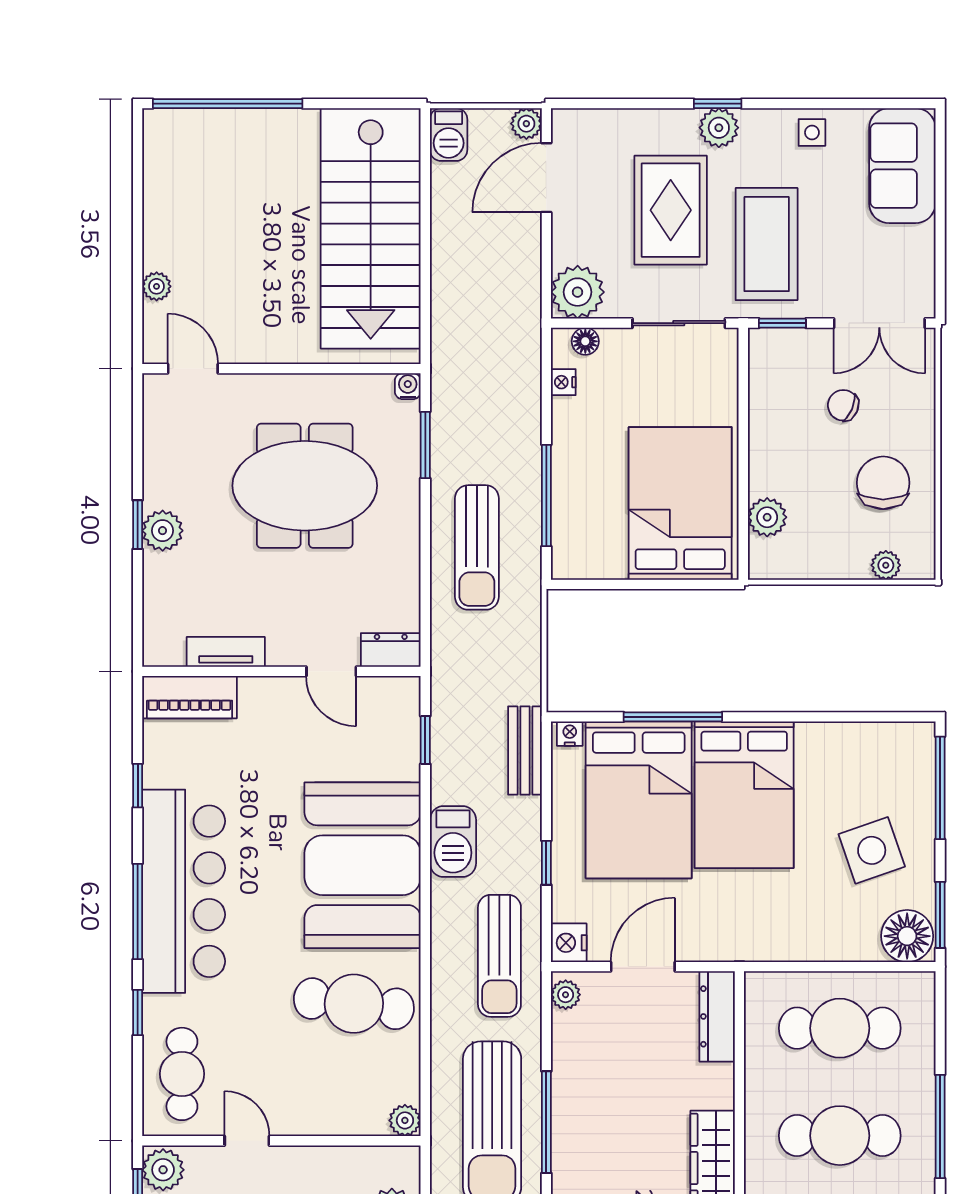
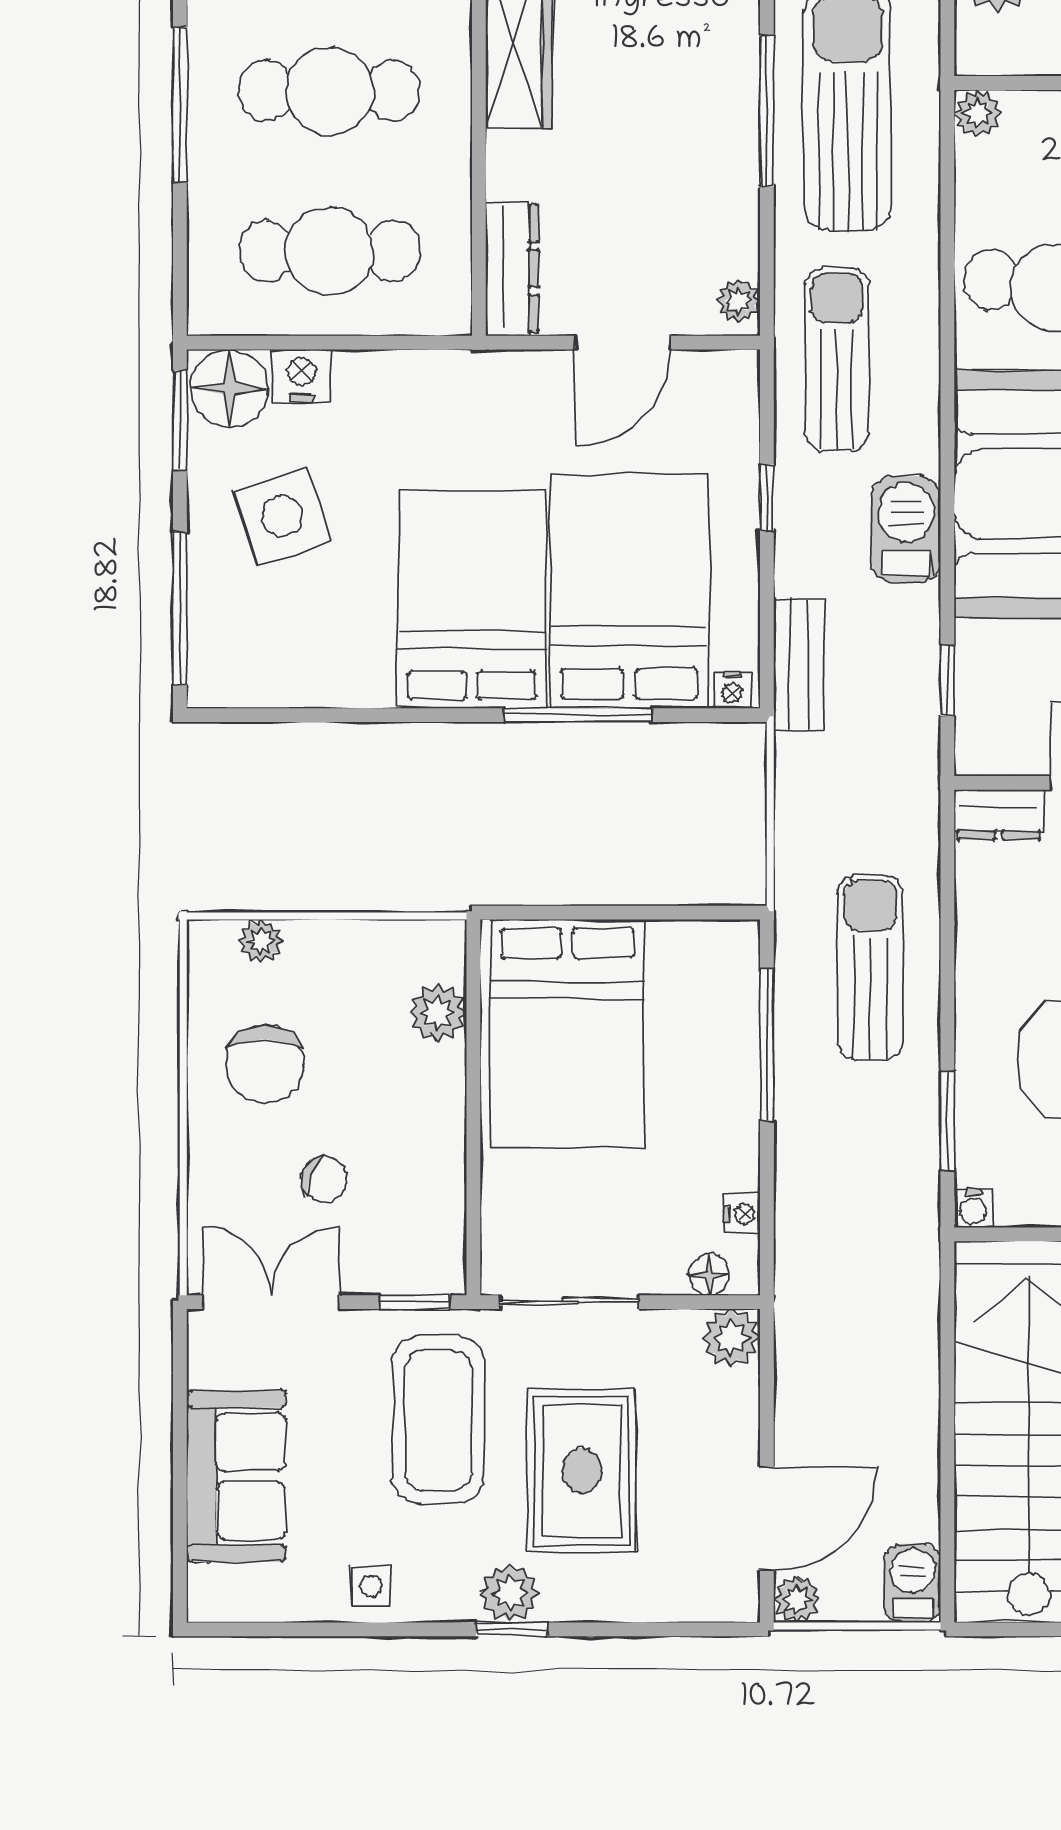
sofa: (902, 166) -> (236, 1476), moved
plant: (578, 292) -> (731, 1338), width x0.73, depth x0.73
nightstand: (569, 943) -> (301, 376), moved, turned -90

